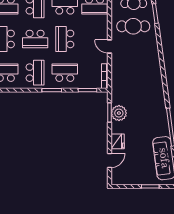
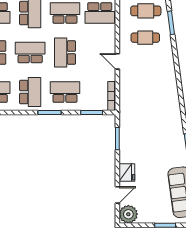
cafe table: (133, 26) -> (145, 38), width x0.73, depth x0.74
school desk: (35, 39) -> (30, 53), turned 180
plant: (119, 113) -> (128, 214), moved

